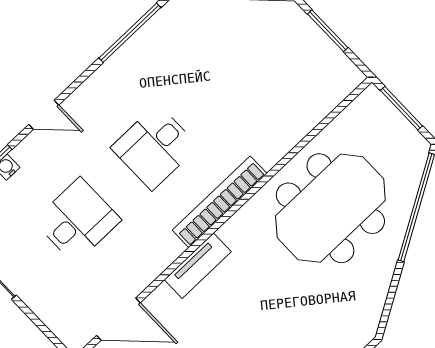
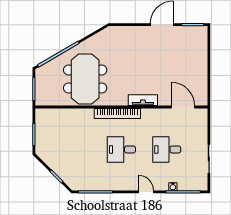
desk: (155, 147) -> (121, 149), turned 180
meeting table: (330, 208) -> (85, 79), turned 90

